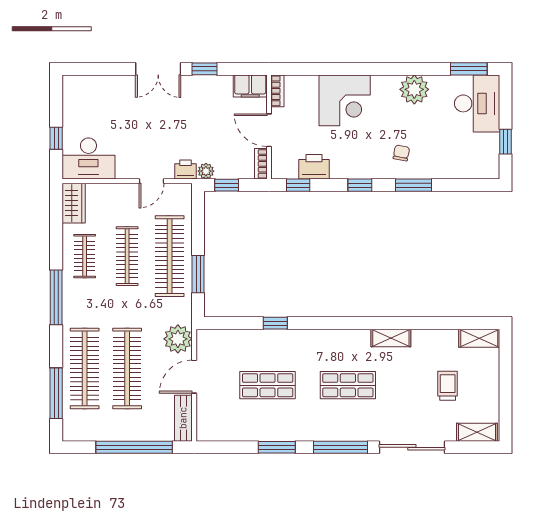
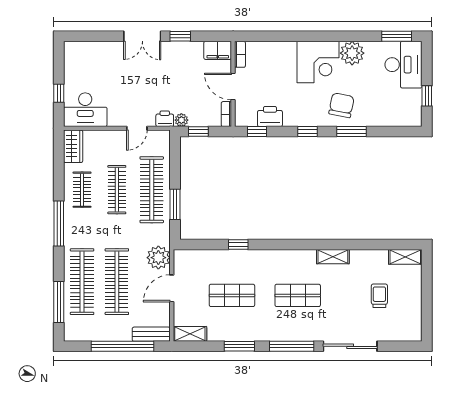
corner desk: (345, 100) -> (318, 62), moved
chair: (401, 153) -> (341, 105), width x1.87, depth x1.87
bench: (183, 418) -> (151, 334), moved, turned 90
shelving: (477, 432) -> (190, 334), moved

